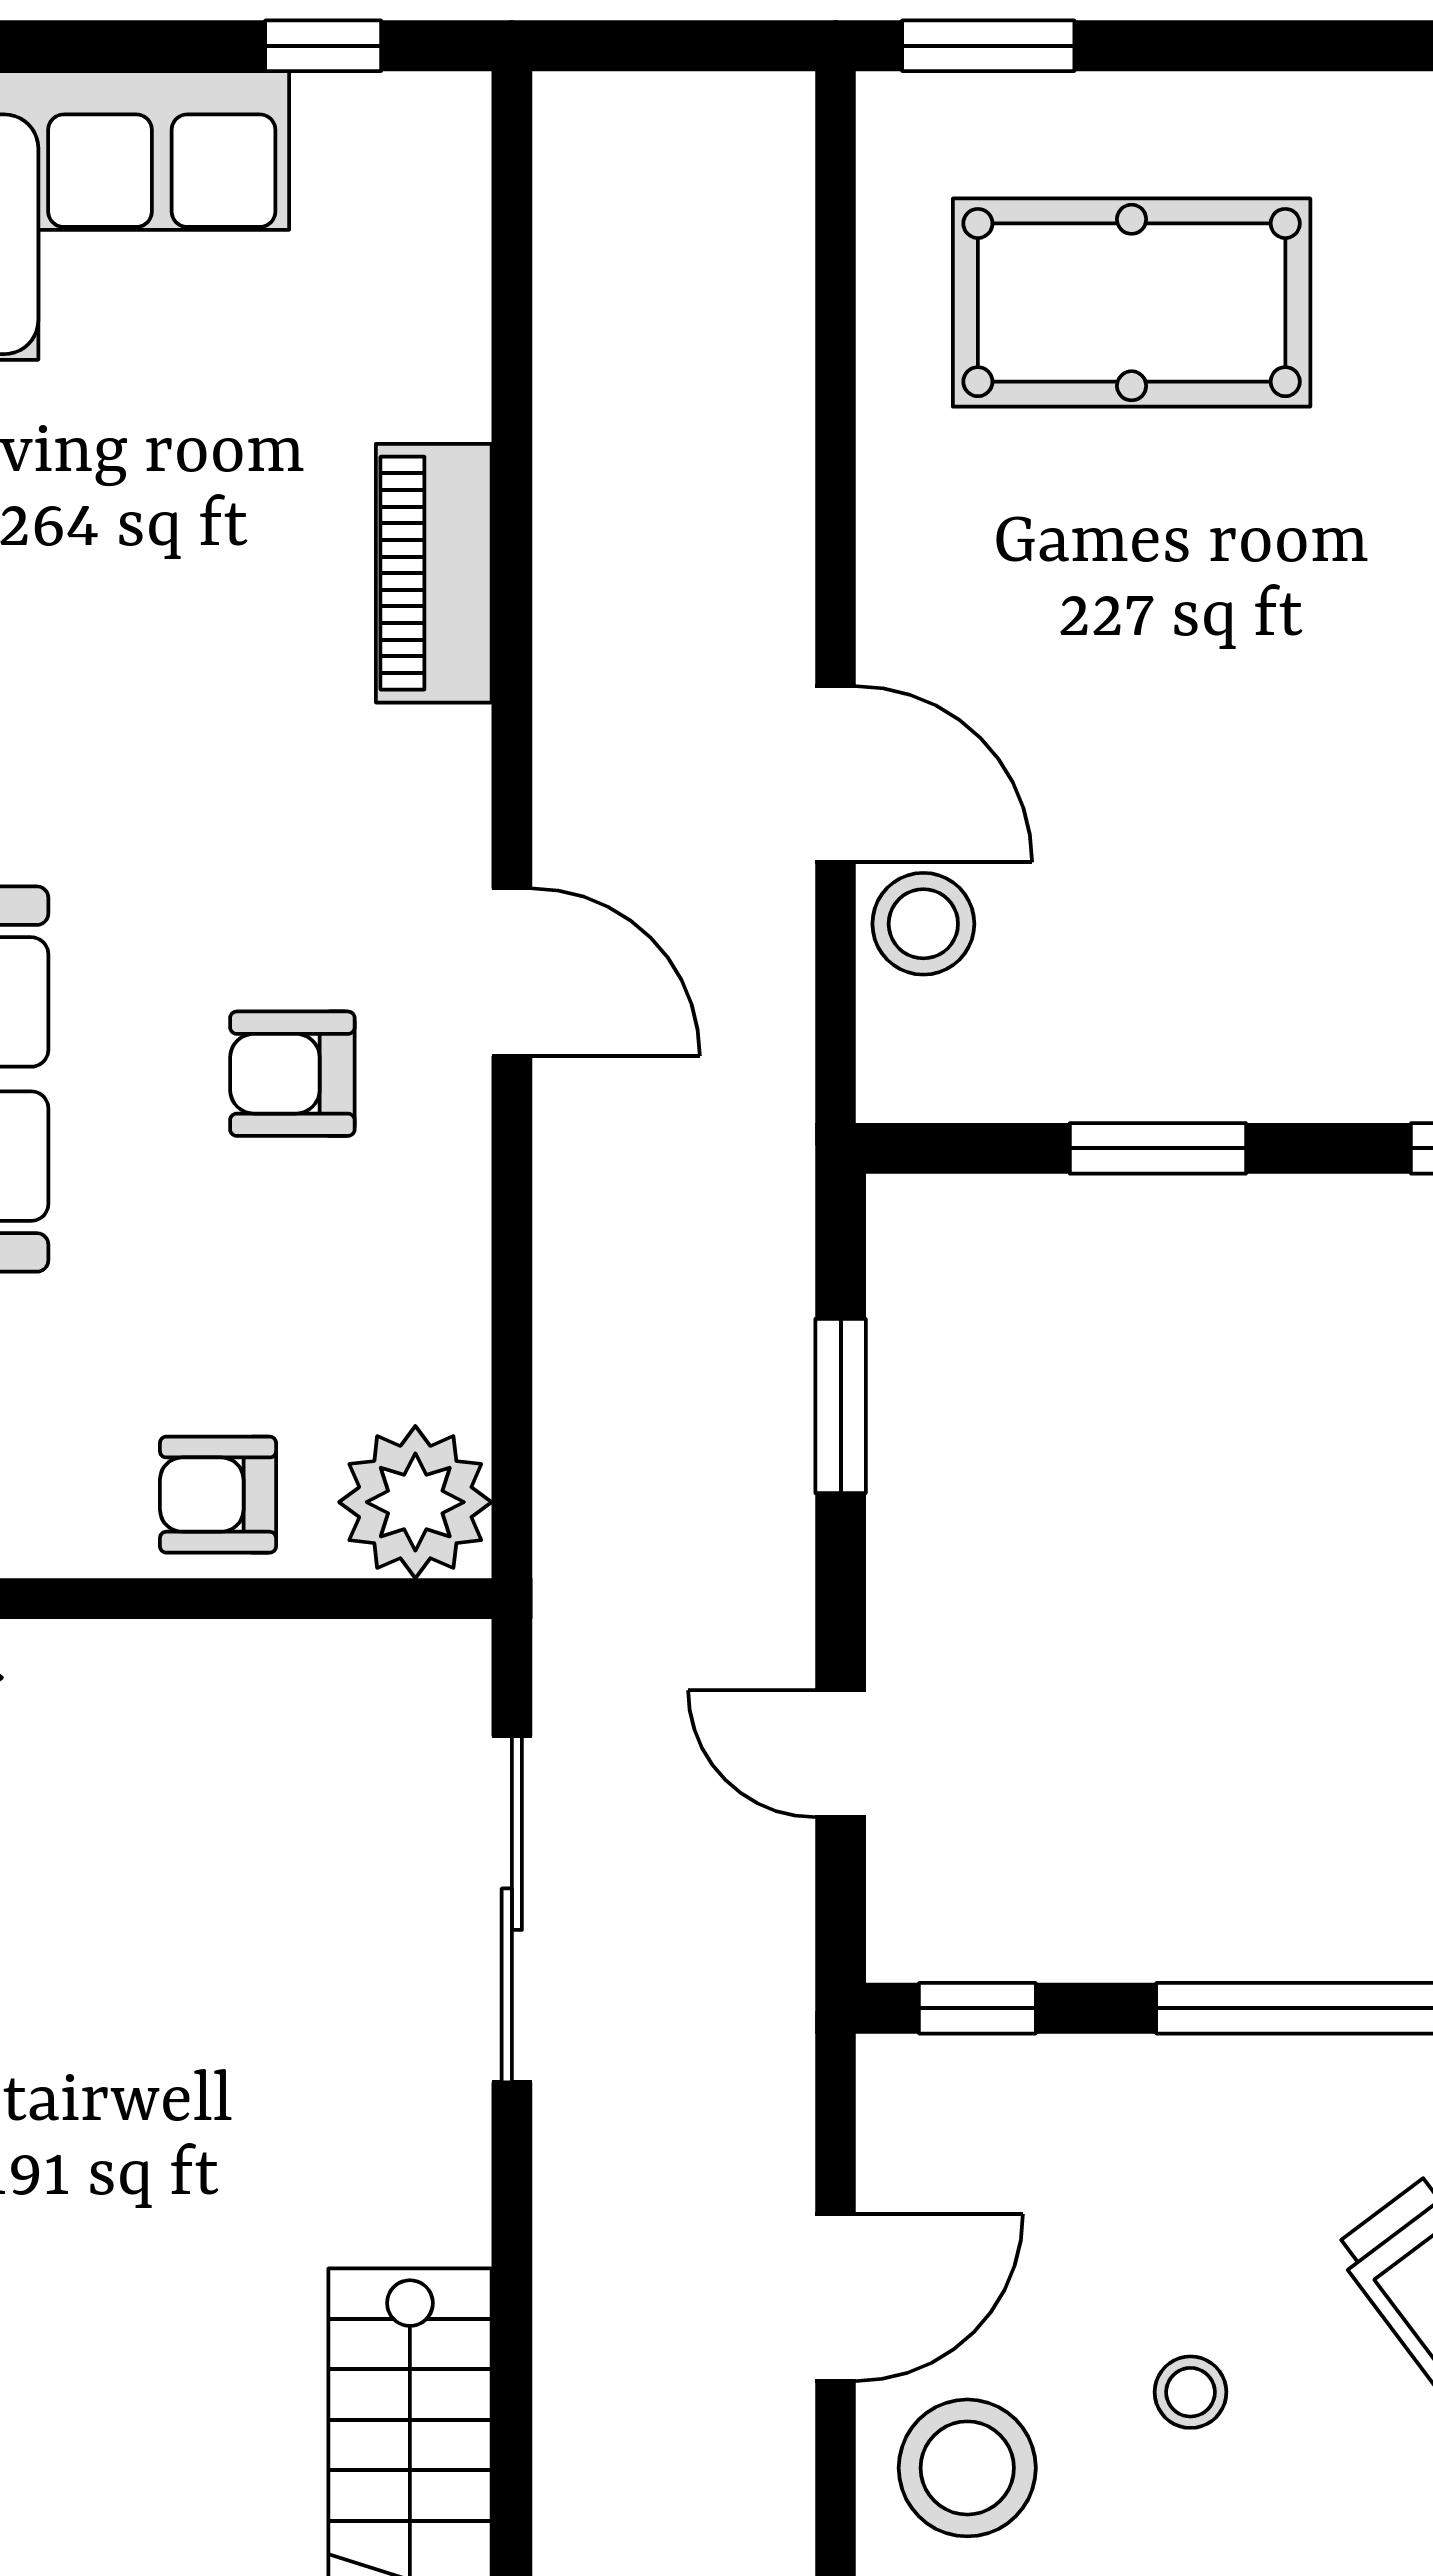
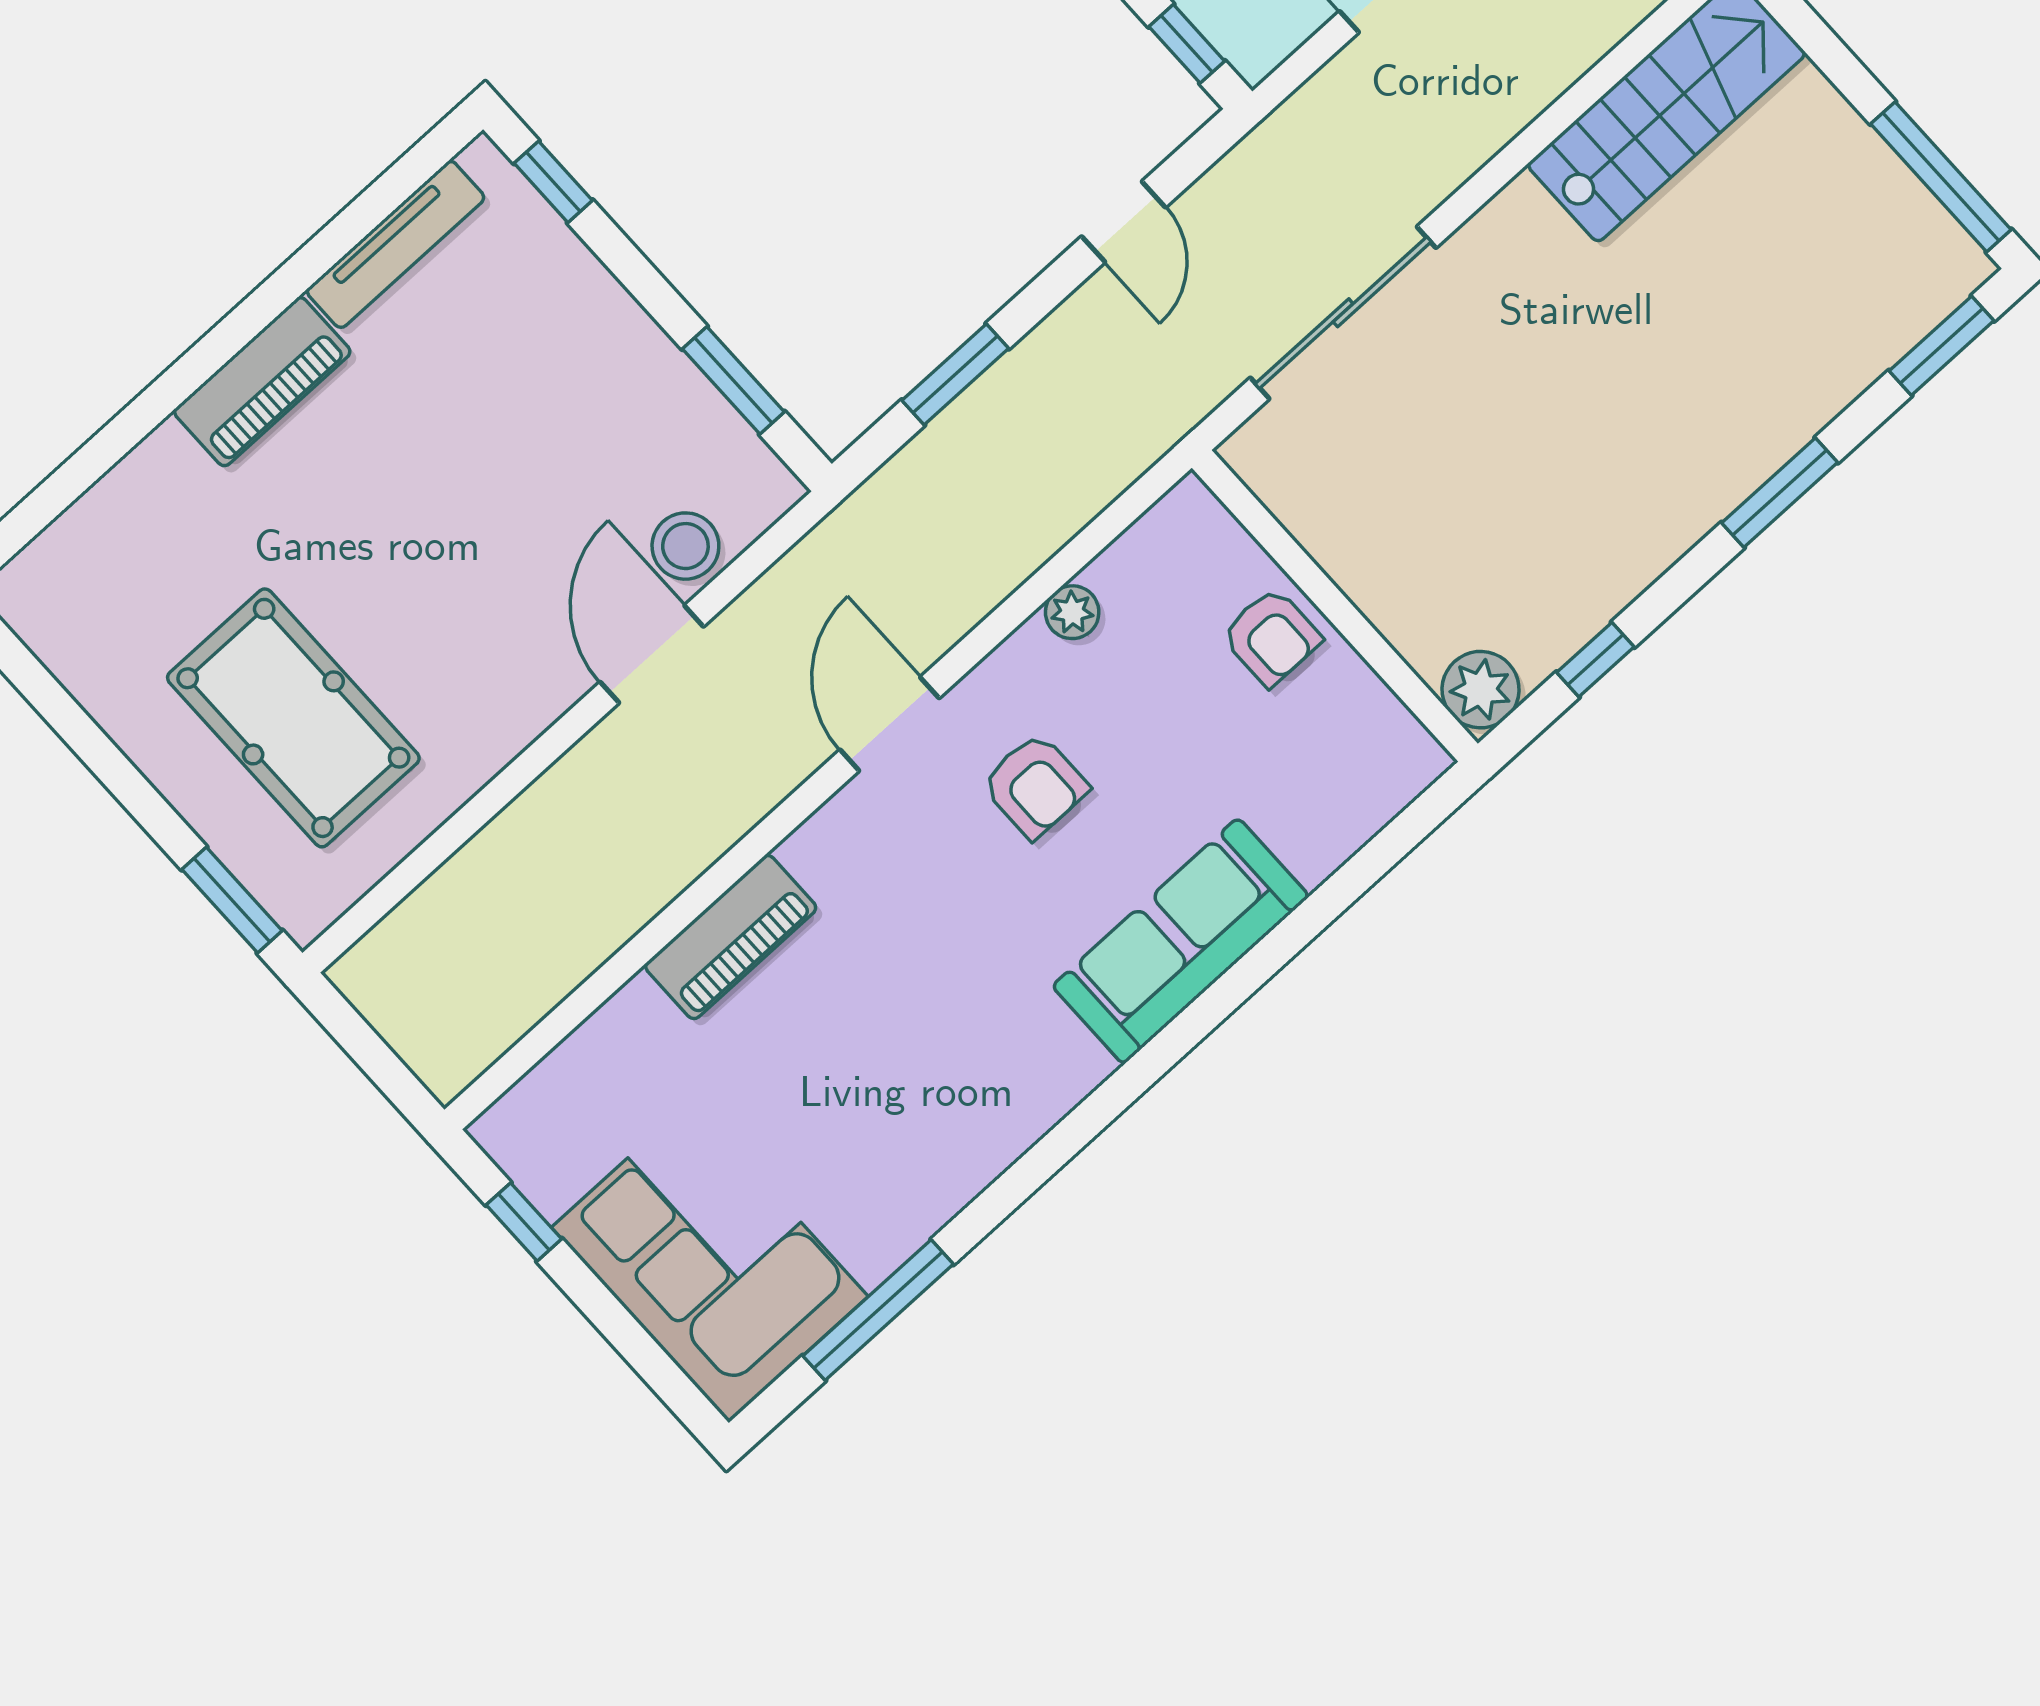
window: (1158, 1148) -> (733, 380), moved
plant: (415, 1502) -> (1072, 612), moved, width x0.53, depth x0.53

